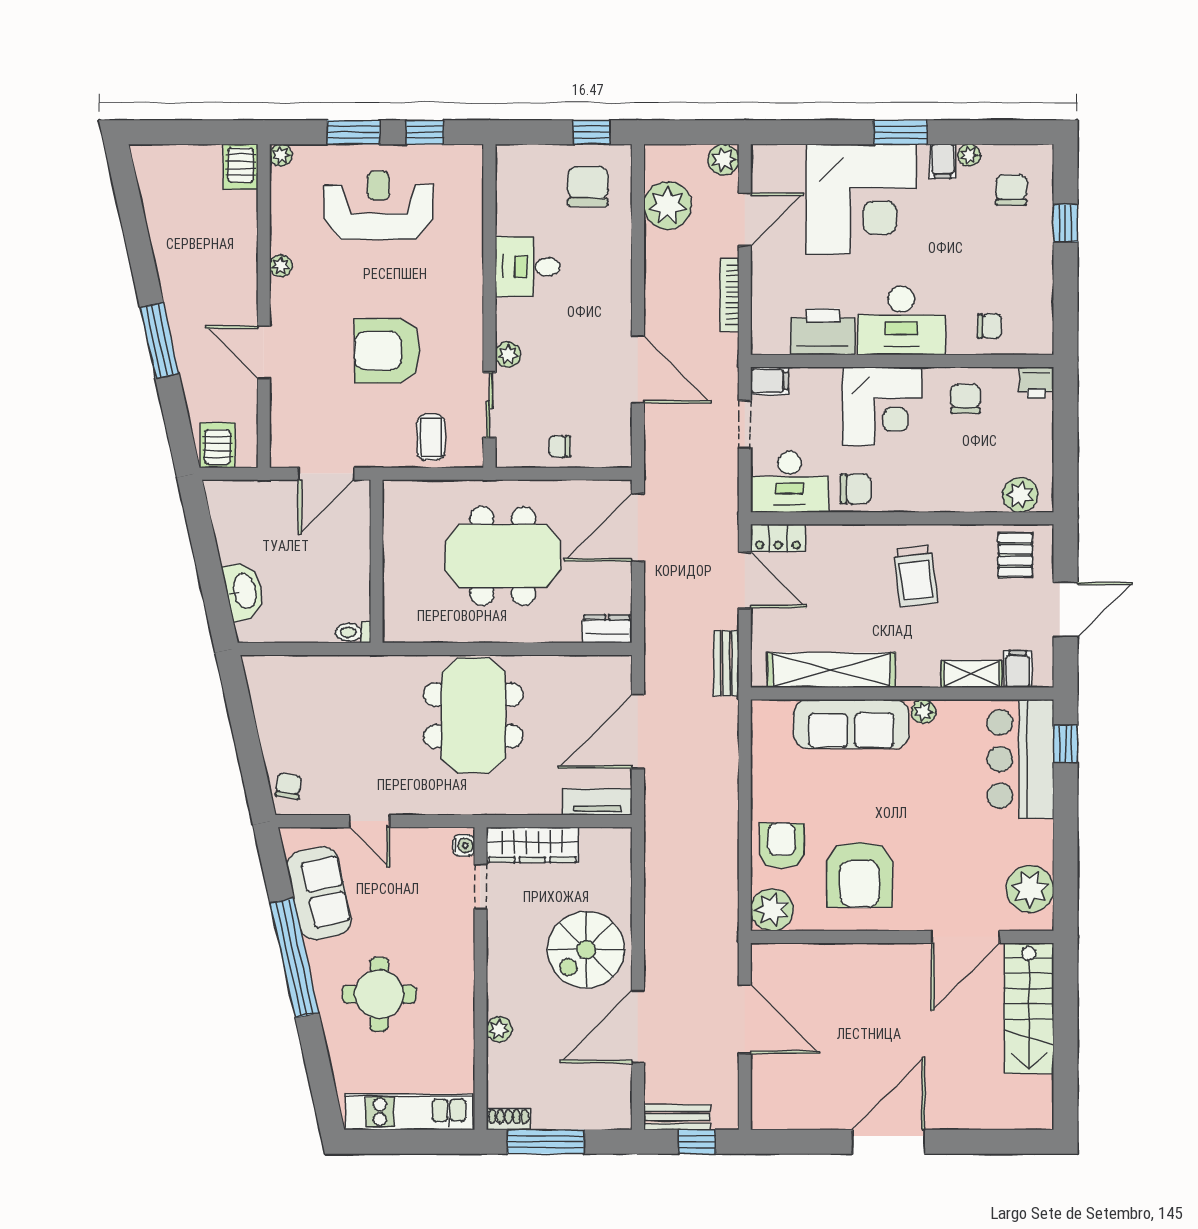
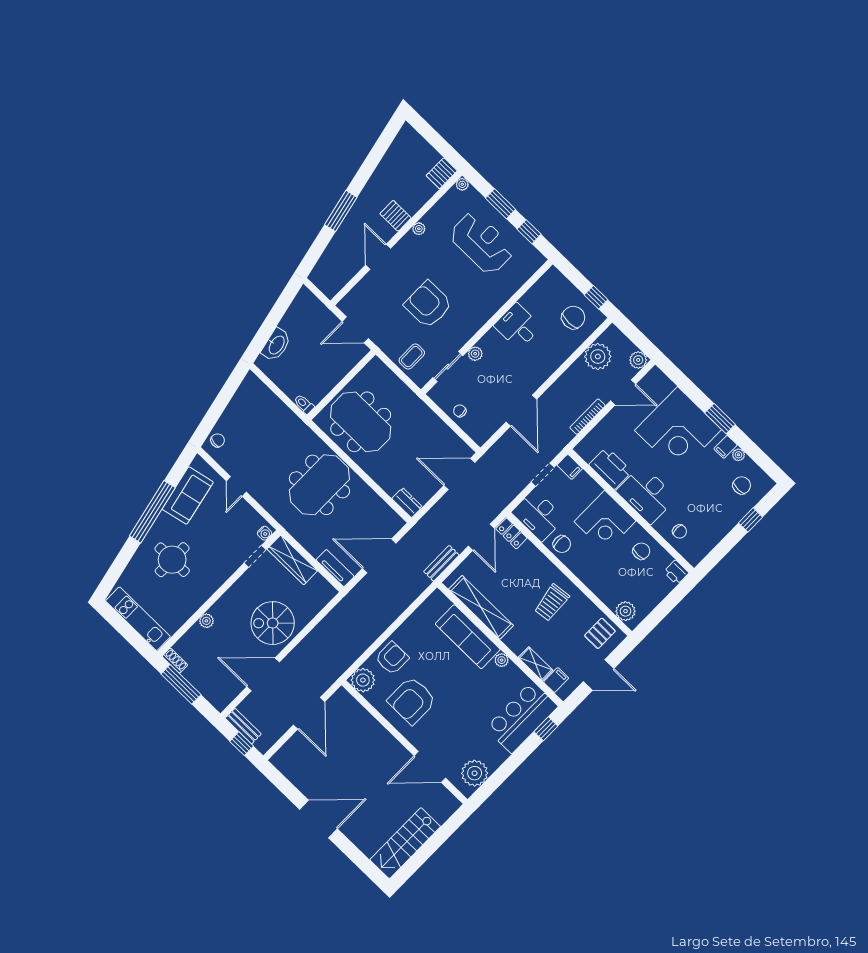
server rack: (218, 445) -> (396, 216), moved, turned -90
meeting table: (503, 556) -> (361, 422), moved
stairs: (1029, 1008) -> (405, 843), moved

